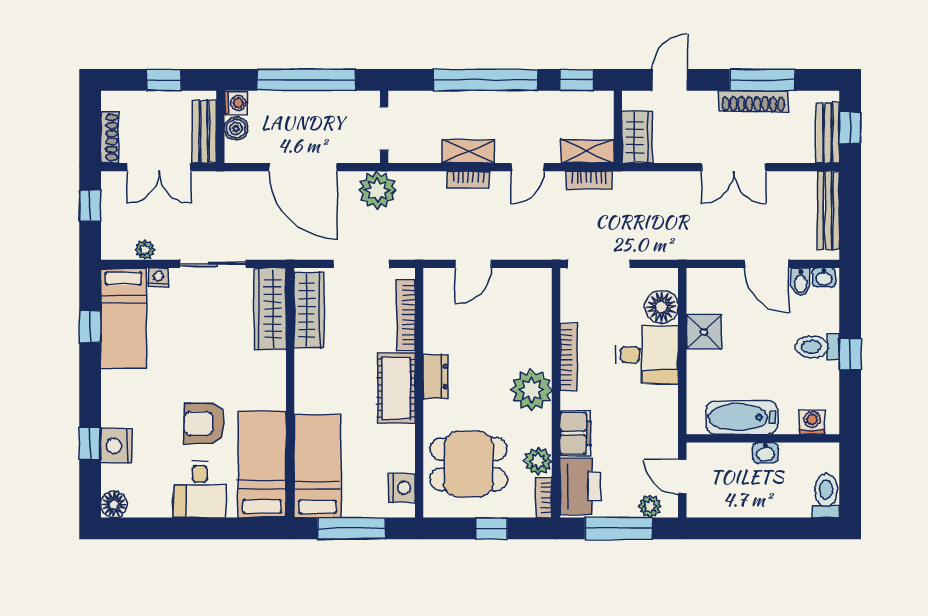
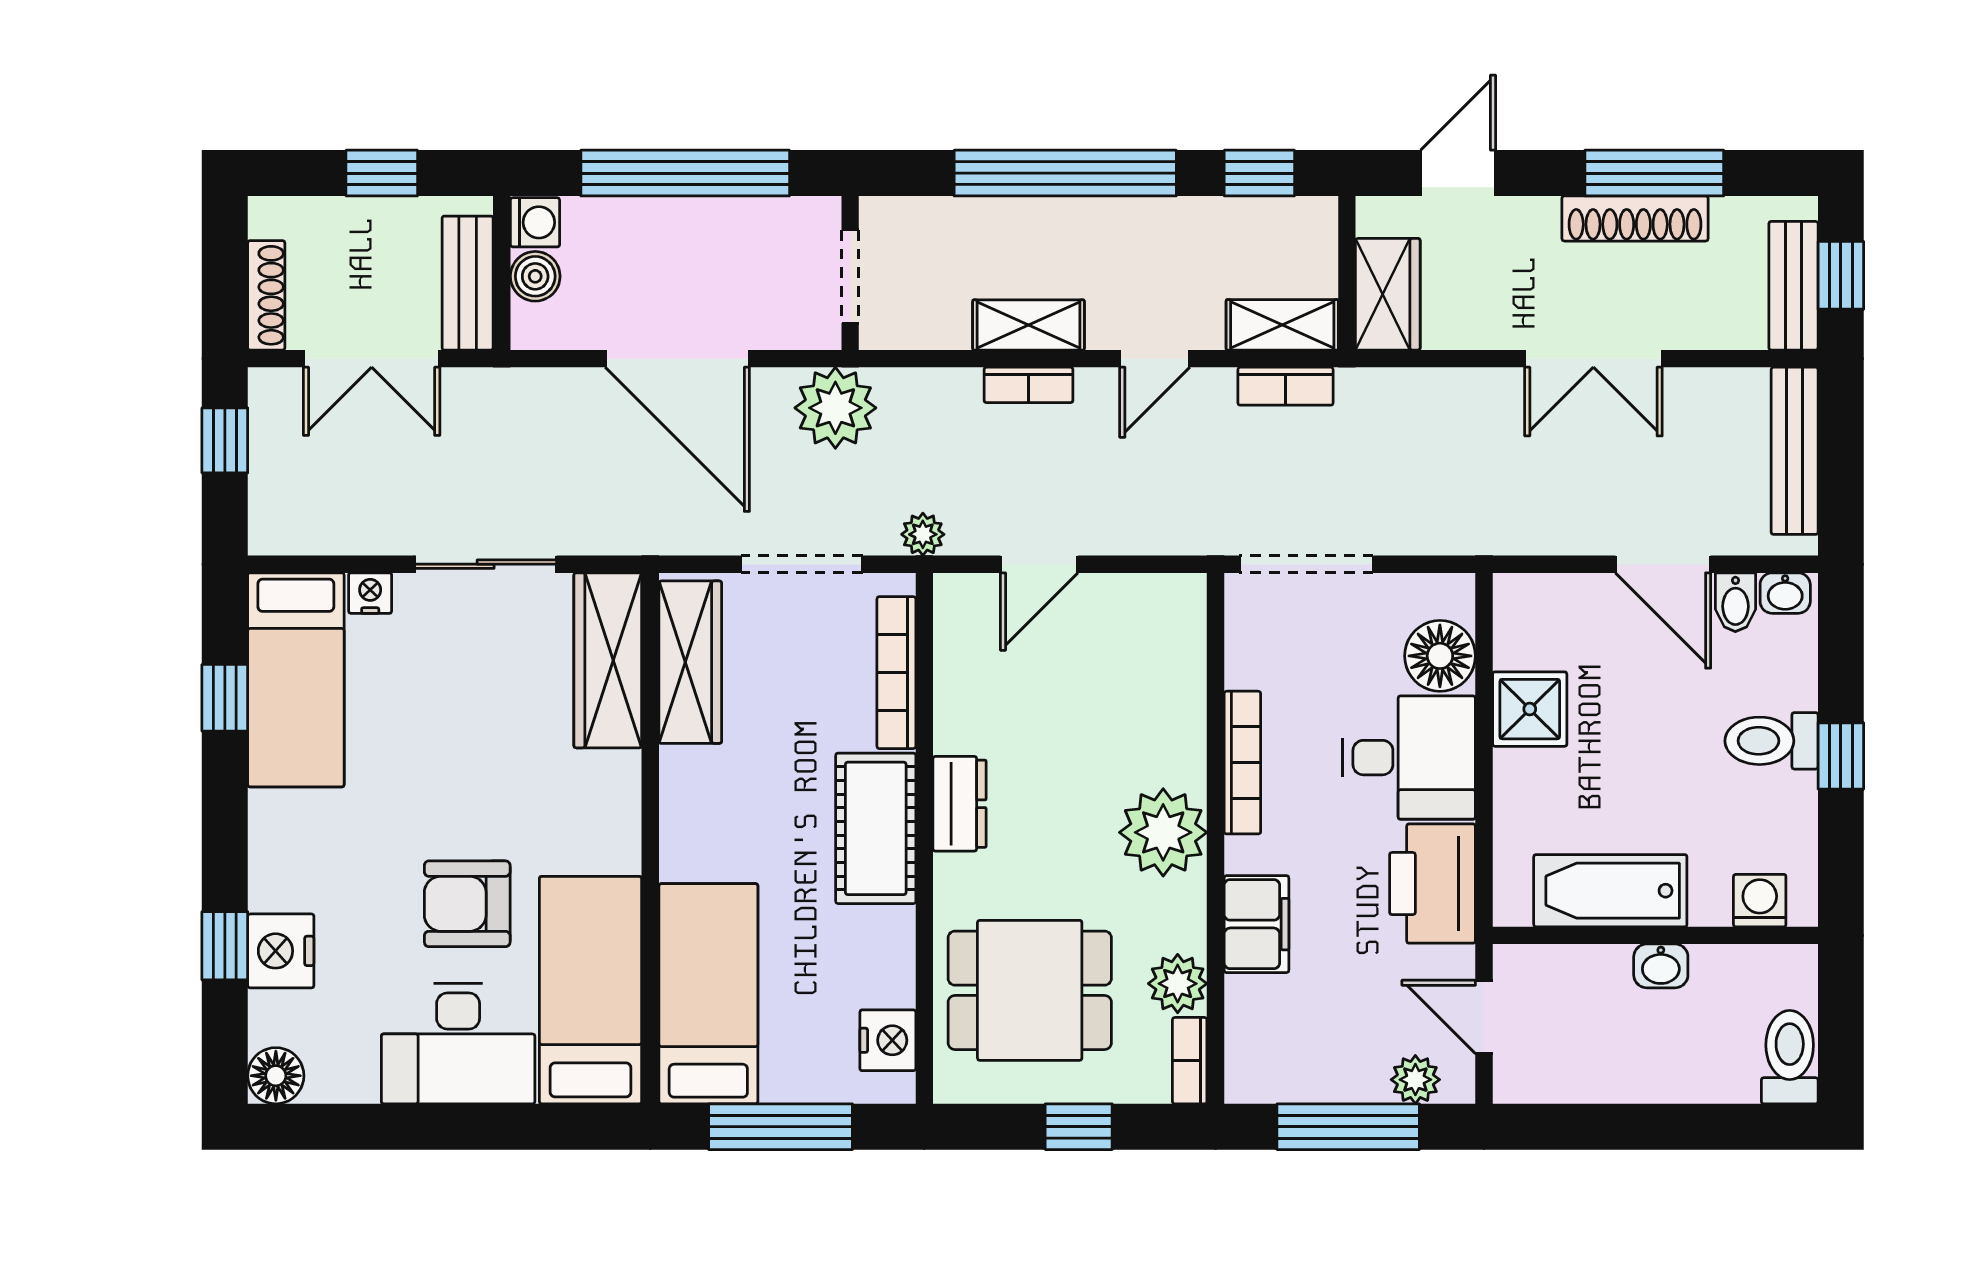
plant: (145, 250) -> (923, 534), moved
printer: (580, 486) -> (1432, 884), moved, turned 180
desk: (200, 489) -> (458, 1044), width x1.37

